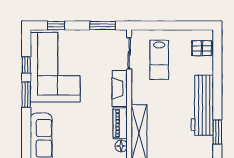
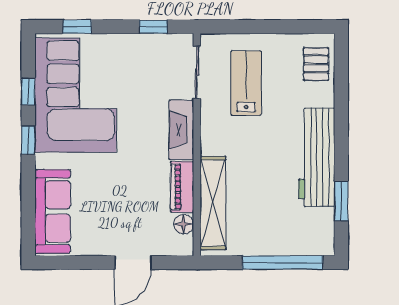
window: (103, 26) -> (153, 27), width x0.67
pallet: (202, 48) -> (316, 64), turned 90
lab bench: (159, 60) -> (246, 83), turned 180
window: (26, 95) -> (28, 140), width x0.67

